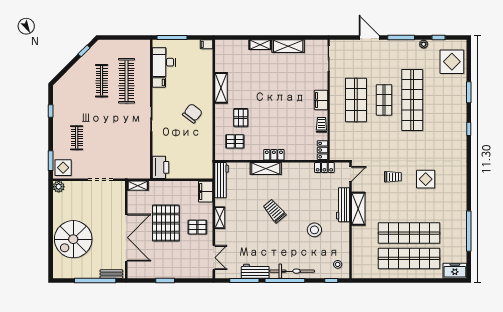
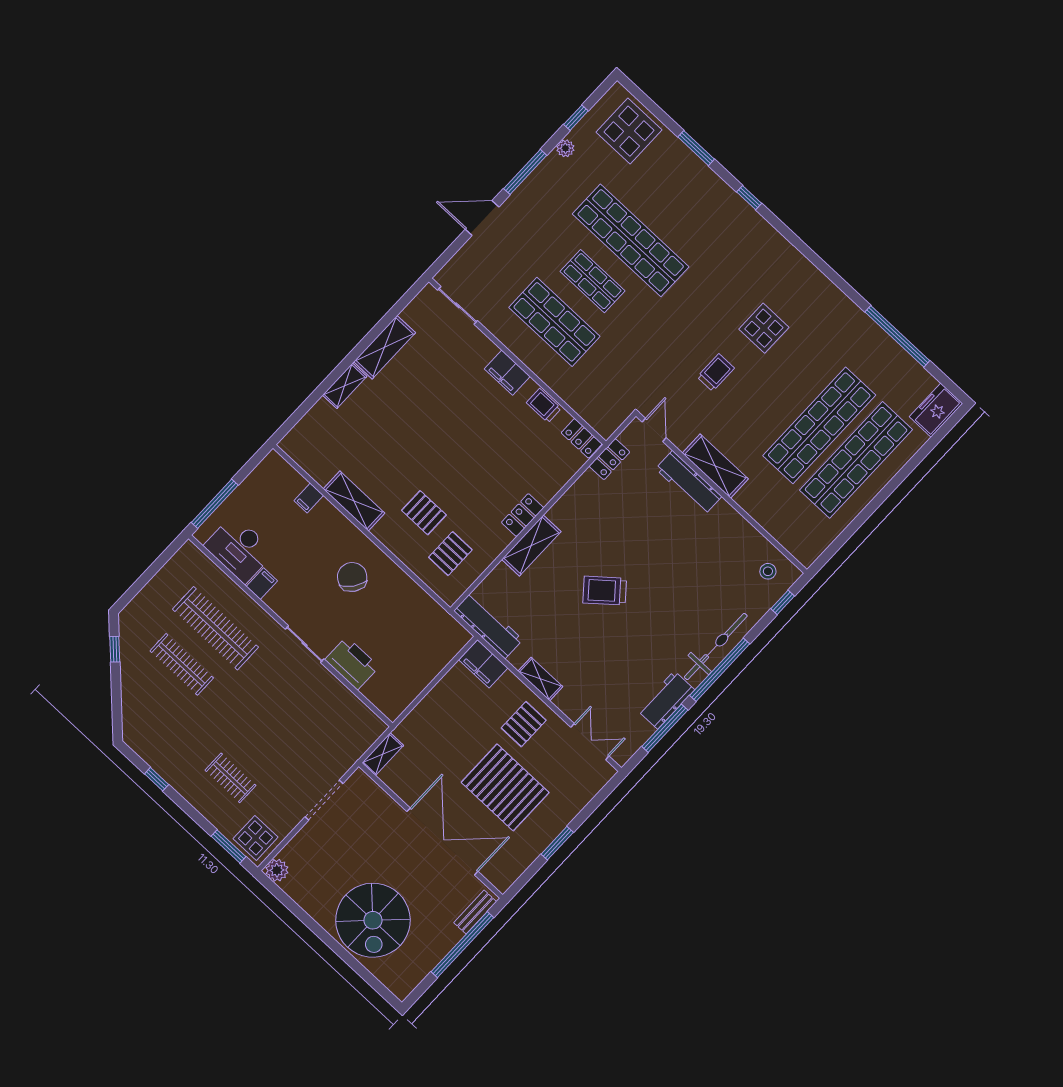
filing cabinet: (207, 44) -> (309, 498), moved
printer: (161, 167) -> (352, 663), moved
pallet: (166, 223) -> (505, 787), moved
stool: (314, 230) -> (686, 558), removed

